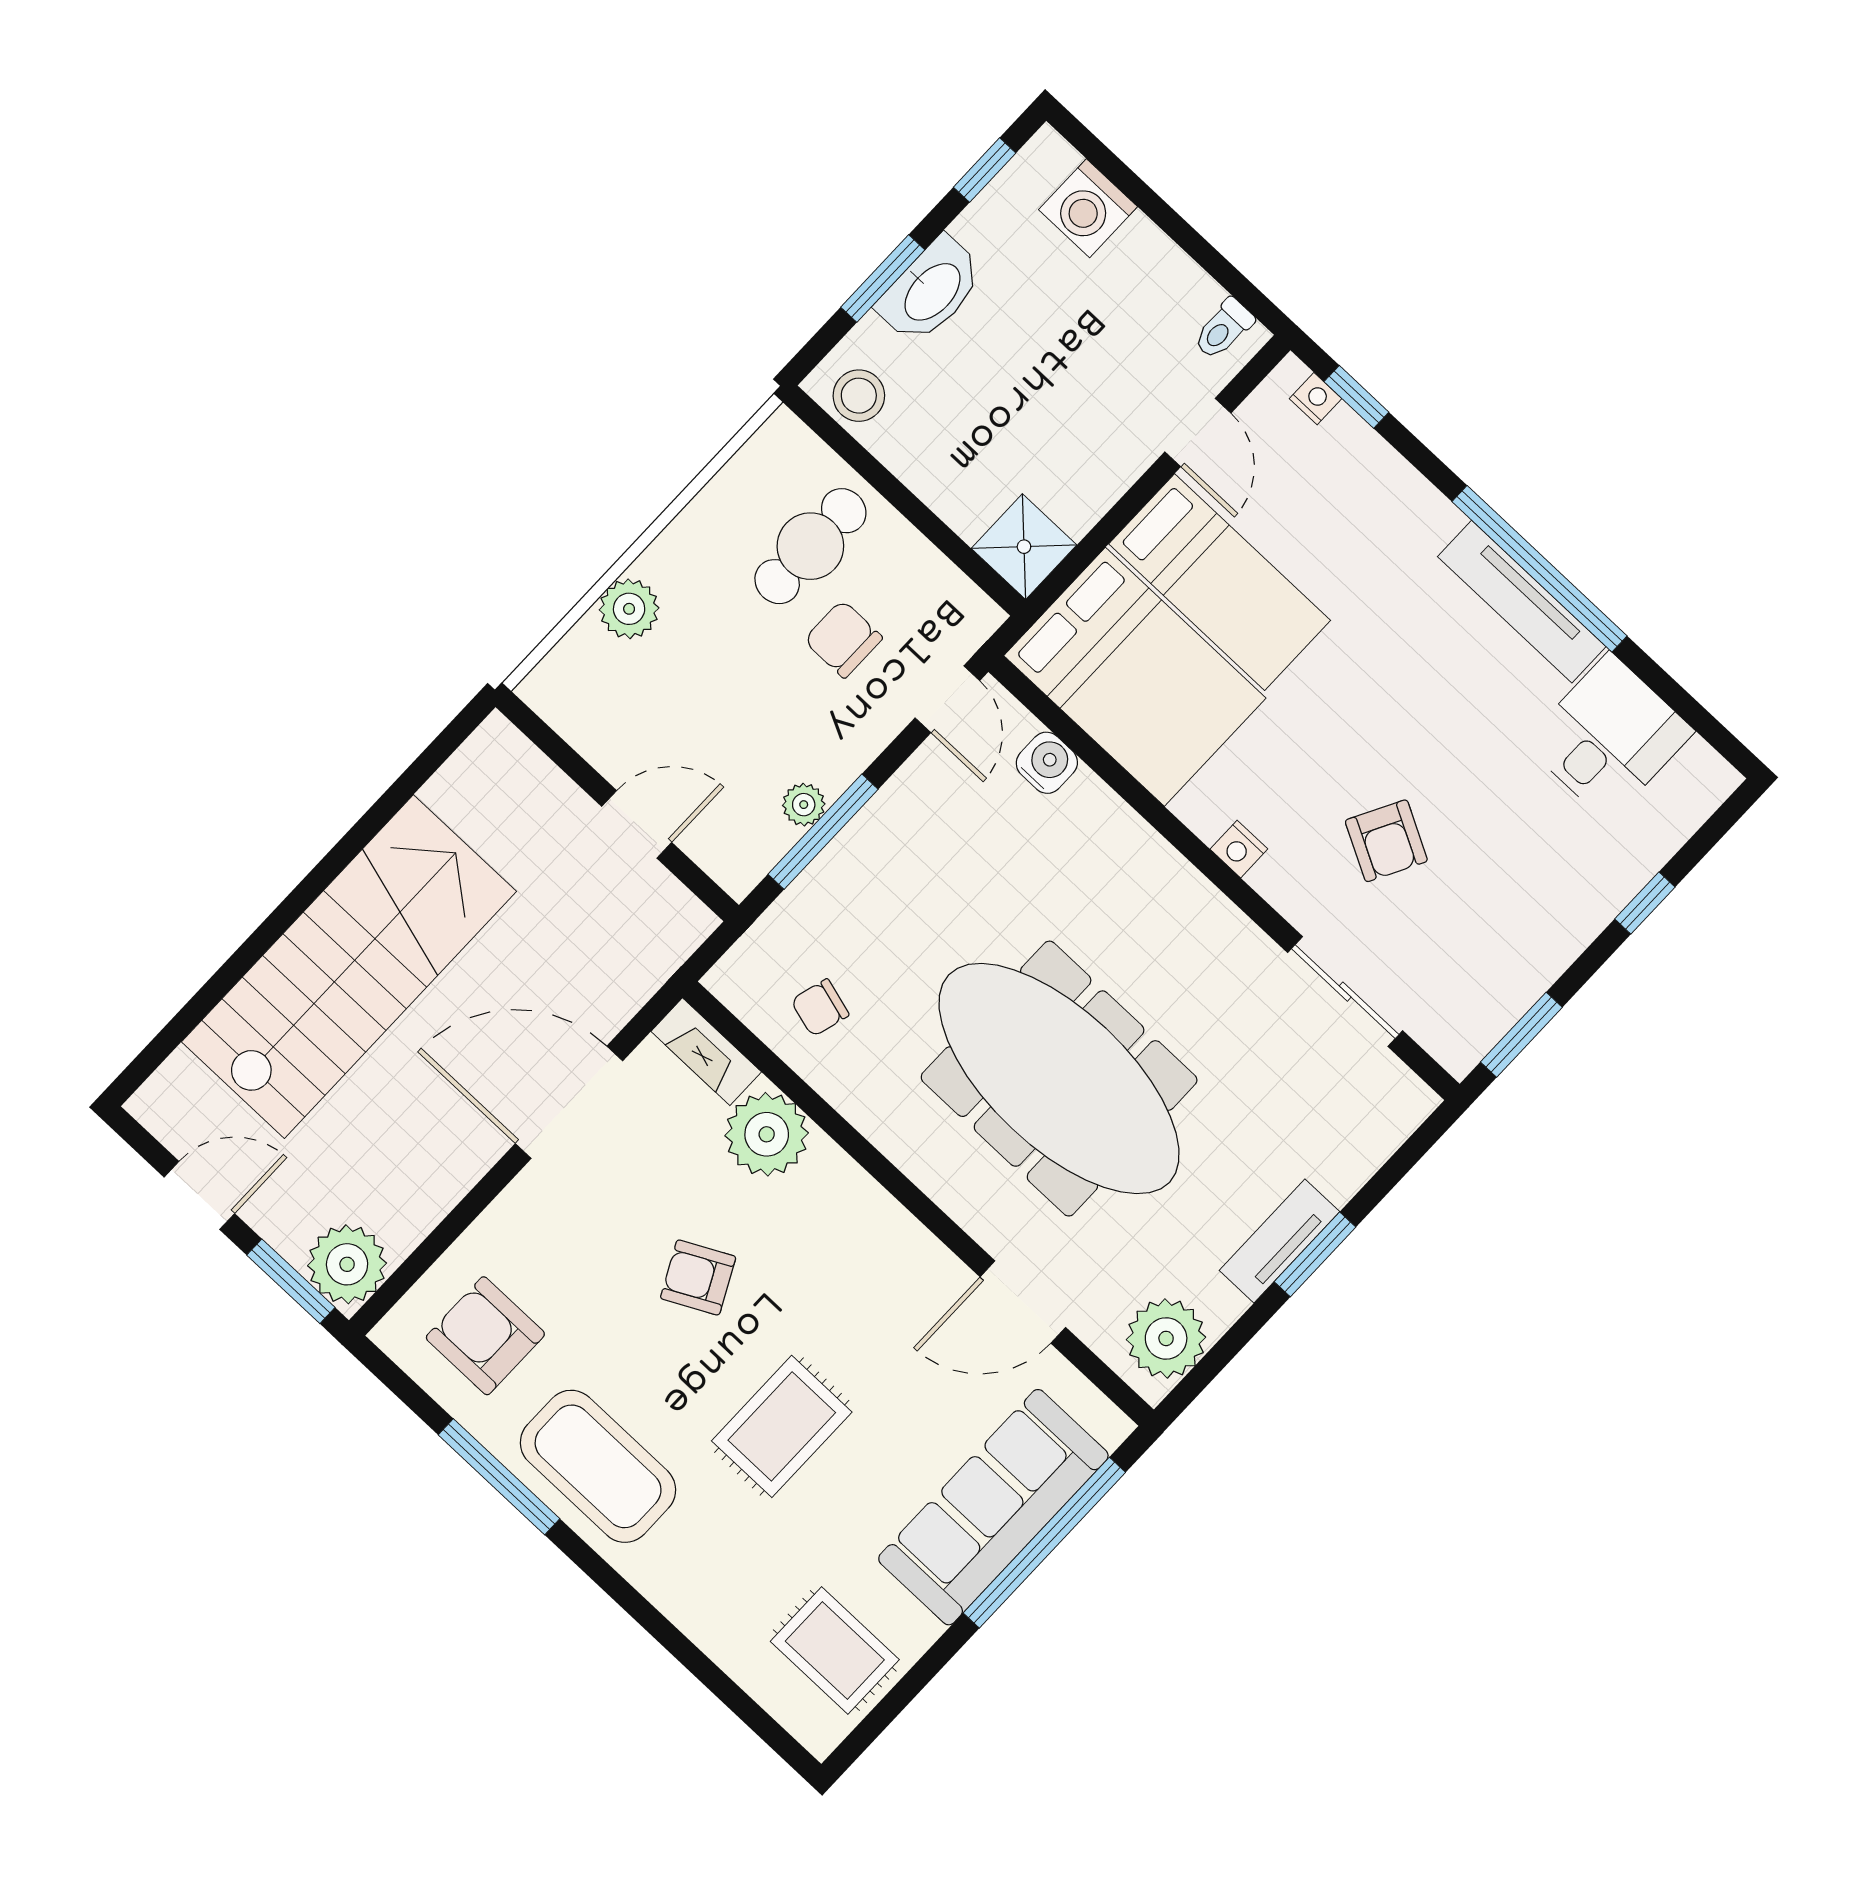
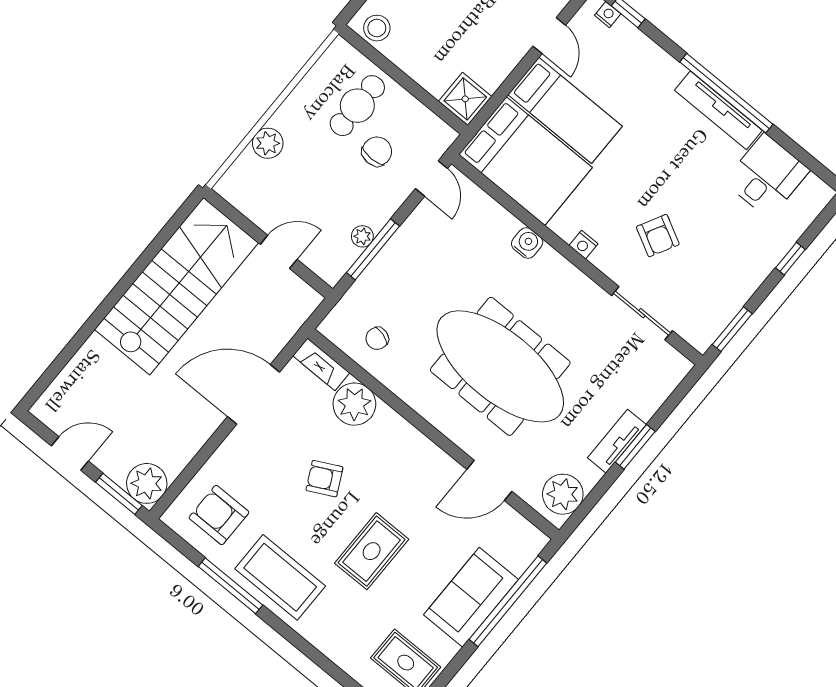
chair: (843, 639) -> (377, 151), turned 90
water cooler: (1047, 763) -> (527, 243), moved
stairs: (349, 967) -> (177, 286), moved
sofa: (993, 1507) -> (471, 597), width x0.73

